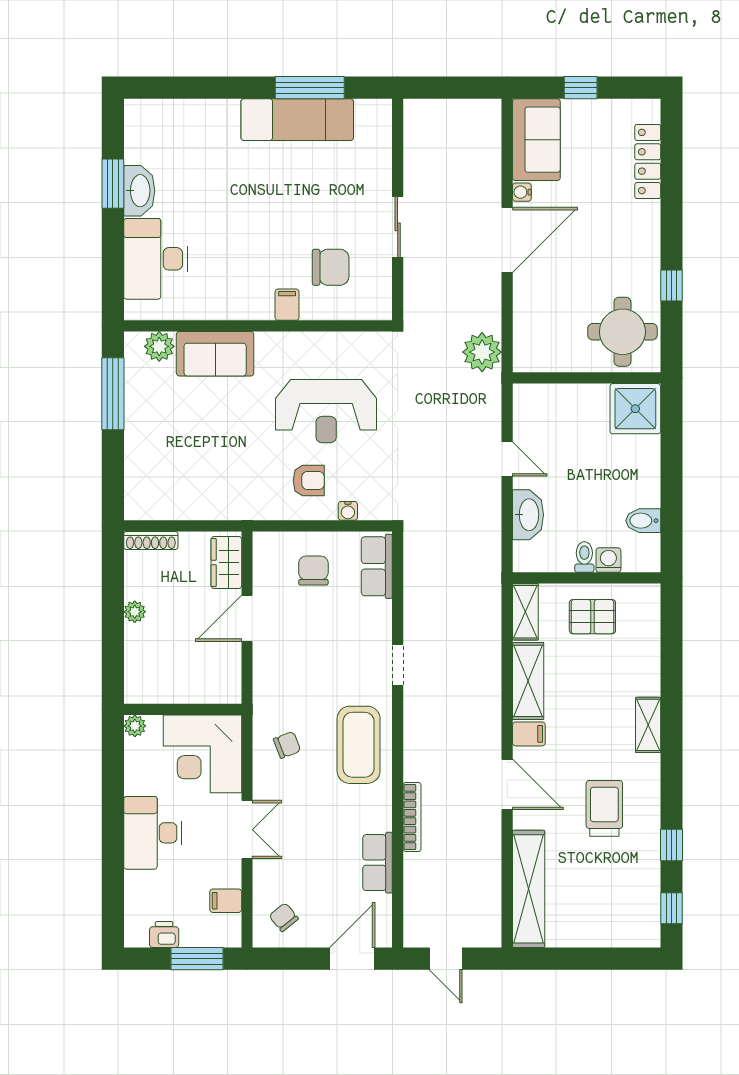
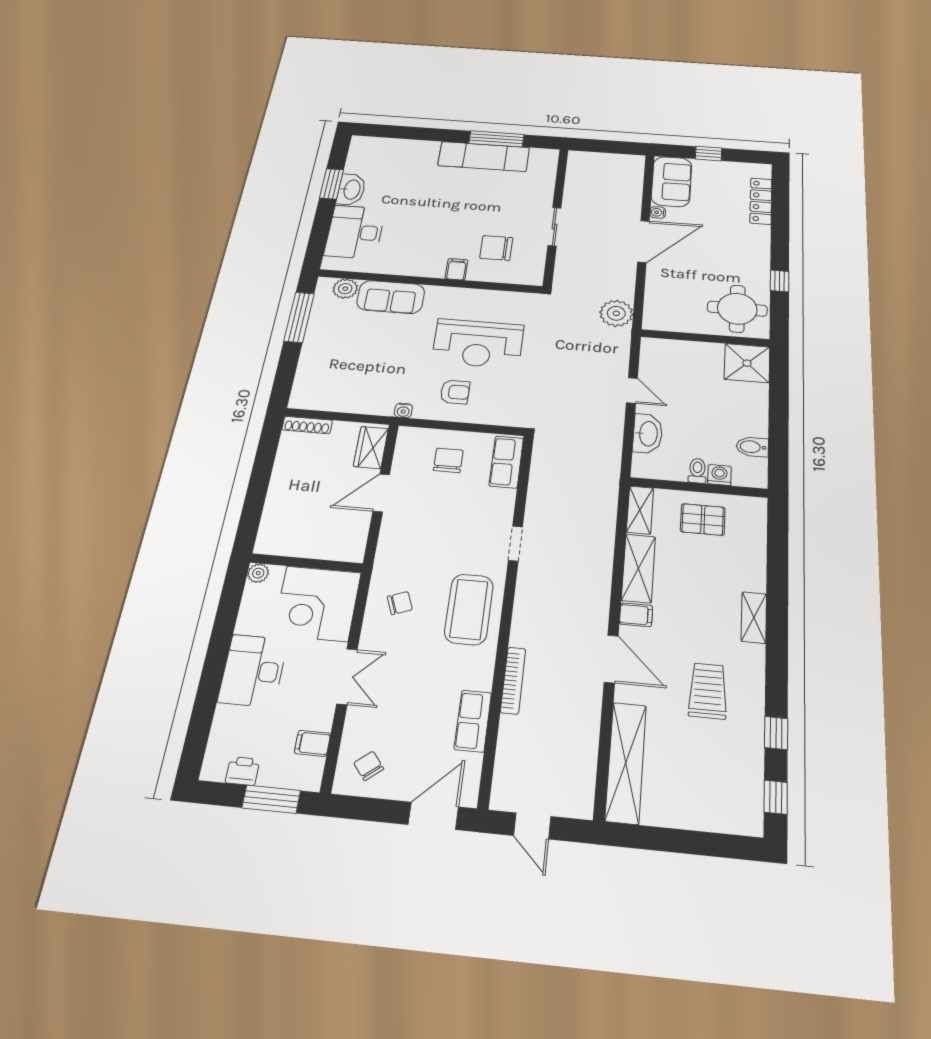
chair: (331, 267) -> (496, 248), turned 180
water cooler: (348, 511) -> (403, 410), moved
plant: (135, 612) -> (280, 479), removed

